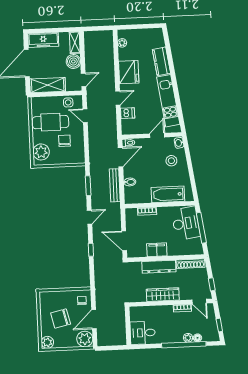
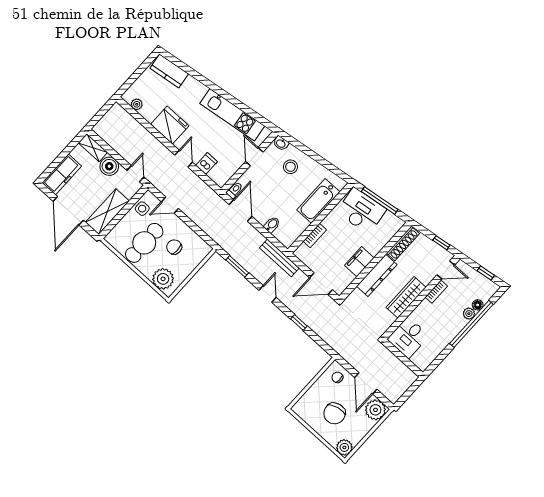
kitchen counter: (161, 61) -> (169, 71), moved
bench: (115, 185) -> (279, 258), moved
desk: (143, 333) -> (408, 338), moved

